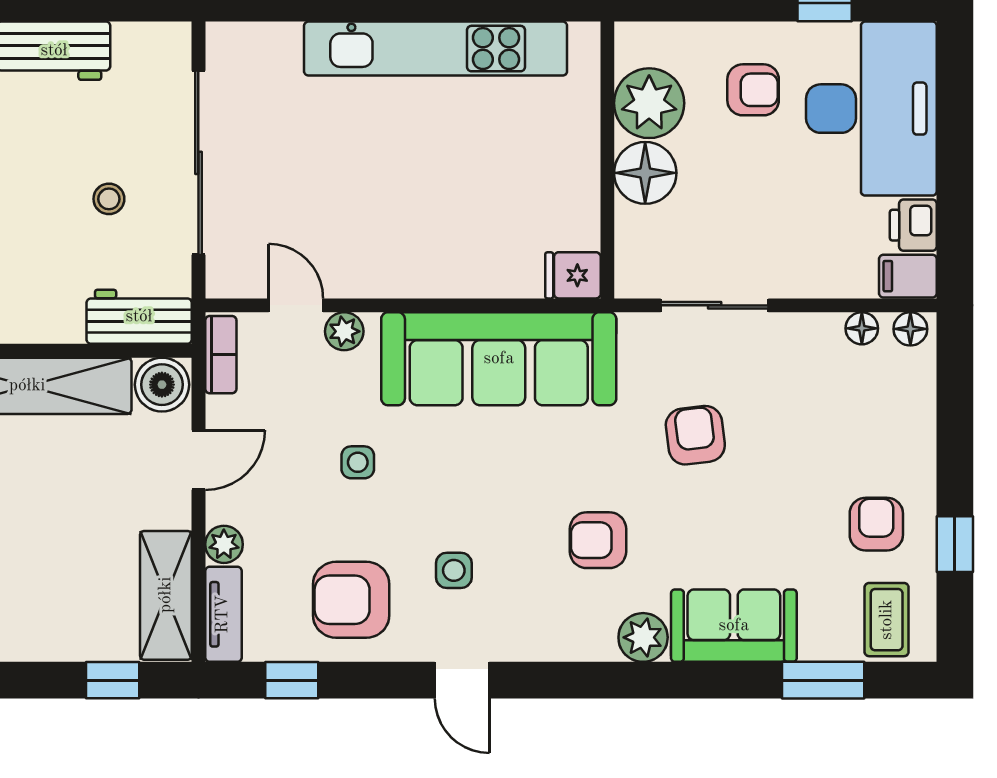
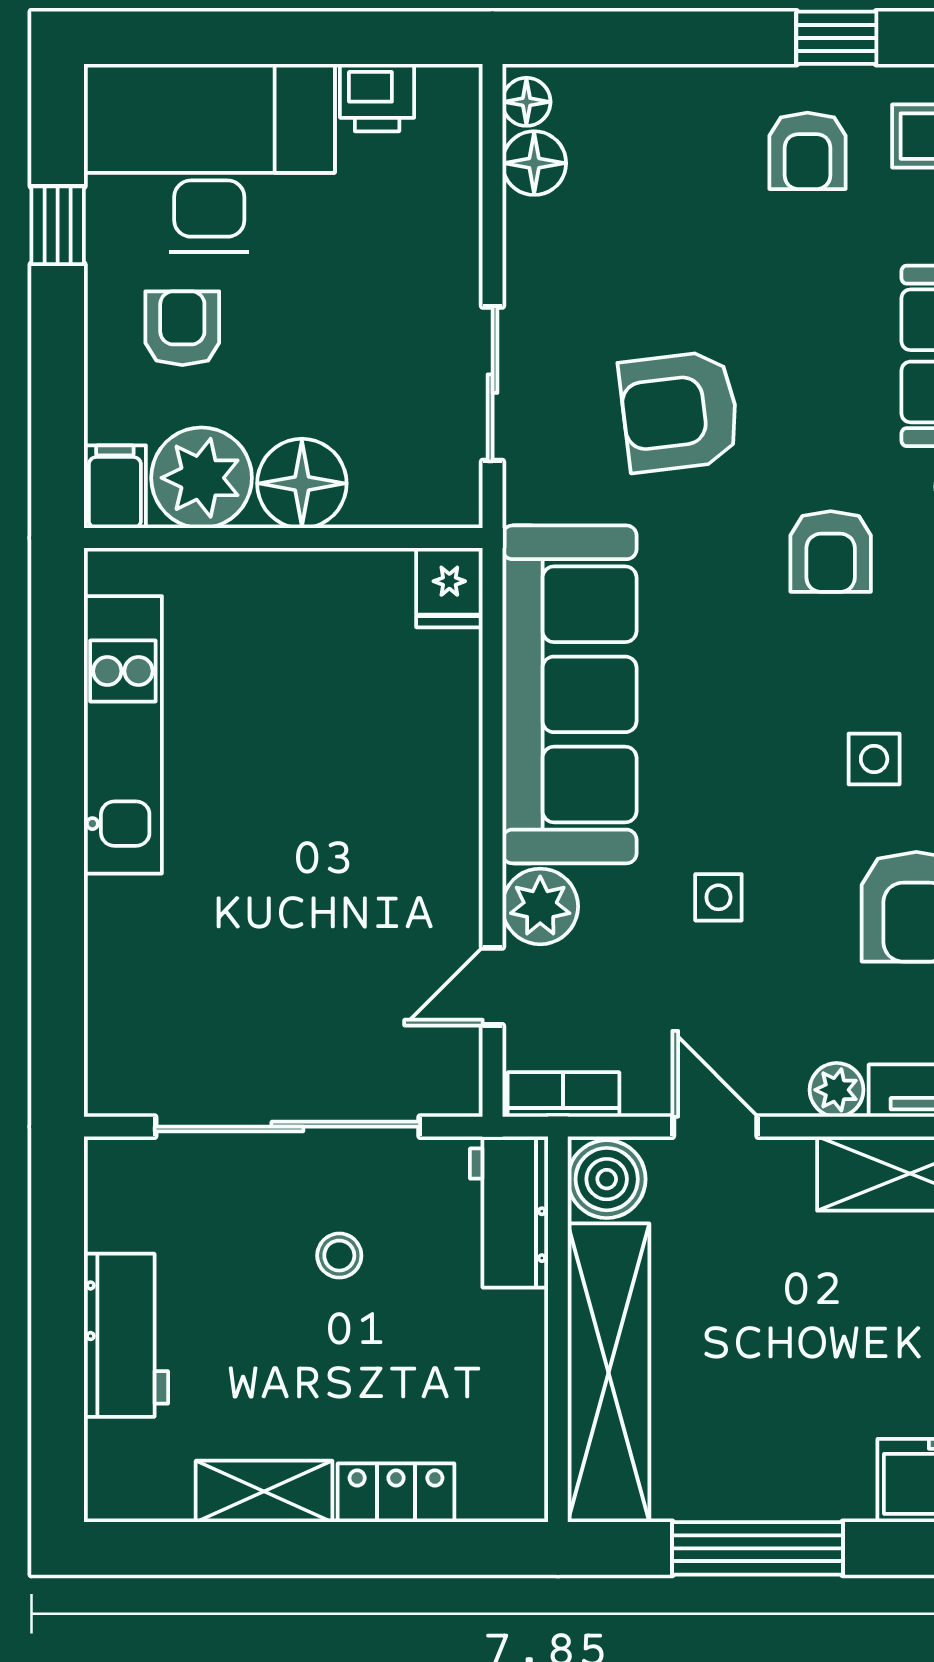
kitchen unit: (436, 49) -> (123, 735), width x0.73
filing cabinet: (908, 276) -> (115, 487), moved, turned 180
floor lamp: (862, 328) -> (534, 163), width x1.37, depth x1.37
plant: (344, 331) -> (540, 906), width x1.38, depth x1.38
armchair: (695, 435) -> (680, 411), width x1.38, depth x1.38
armchair: (876, 524) -> (807, 151), turned -90

